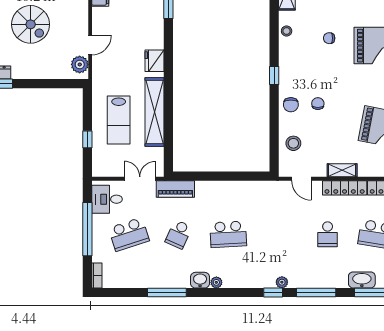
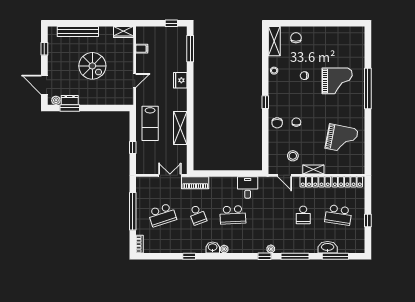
fridge: (154, 61) -> (180, 80), moved
plant: (80, 64) -> (127, 94), removed
shelving: (154, 112) -> (180, 128), width x0.68
lab bench: (119, 120) -> (150, 123), moved
stool: (293, 143) -> (293, 156), moved
desk: (107, 199) -> (248, 188), moved, turned 90
school desk: (179, 234) -> (197, 215), turned -45
window: (167, 293) -> (189, 256), width x0.46

